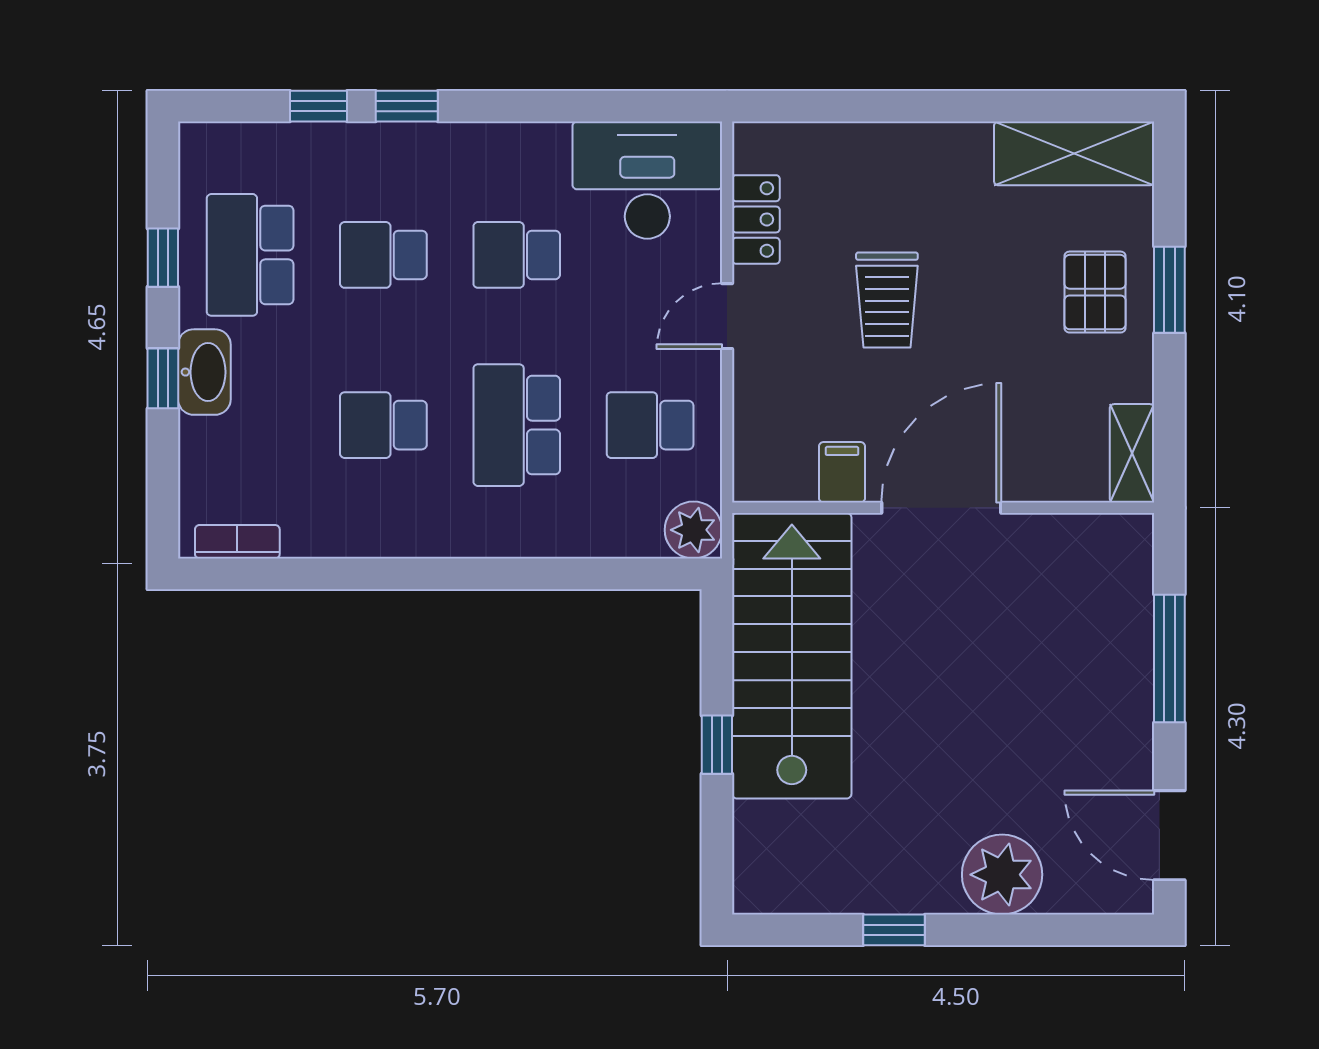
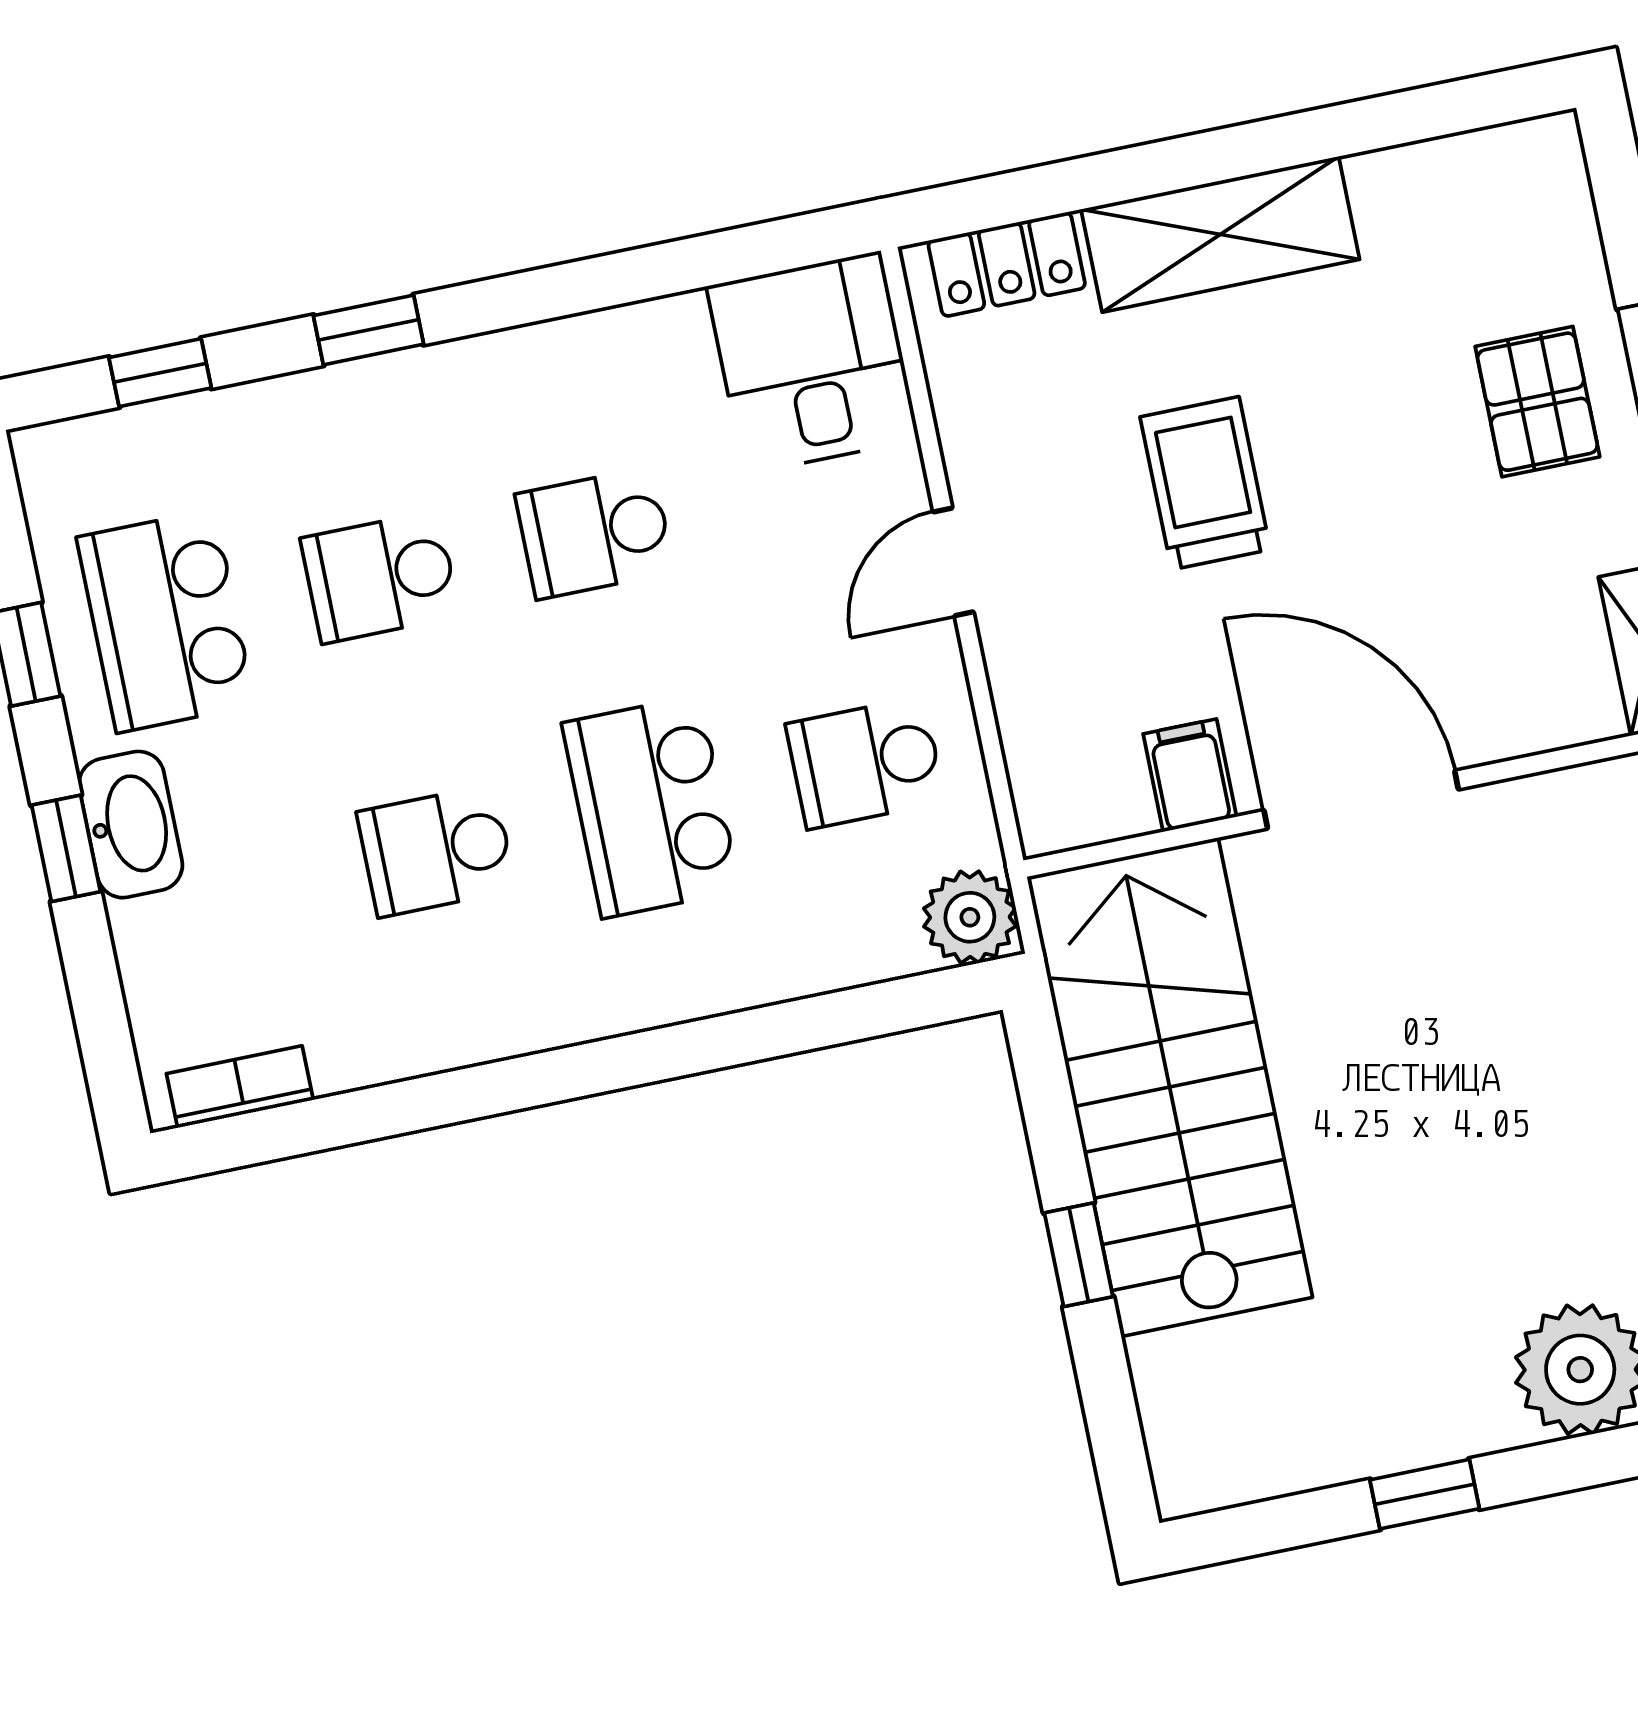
window: (319, 106) -> (160, 373), moved
shelving: (1074, 153) -> (1220, 234), moved
desk: (647, 180) -> (813, 363), width x0.73
locker: (756, 219) -> (1007, 264), moved, turned 90
trolley: (887, 300) -> (1205, 483), turned 180
door: (941, 508) -> (1361, 800), hinge flipped

